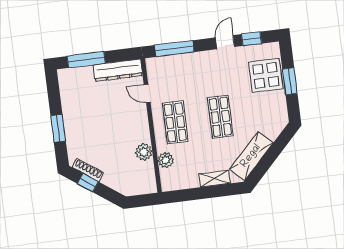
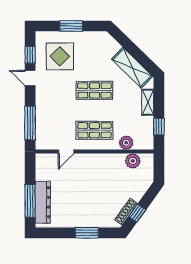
dresser: (118, 70) -> (43, 202), moved
display table: (266, 75) -> (60, 56), moved
plant: (144, 152) -> (133, 161), moved
window: (188, 195) -> (159, 127), added

